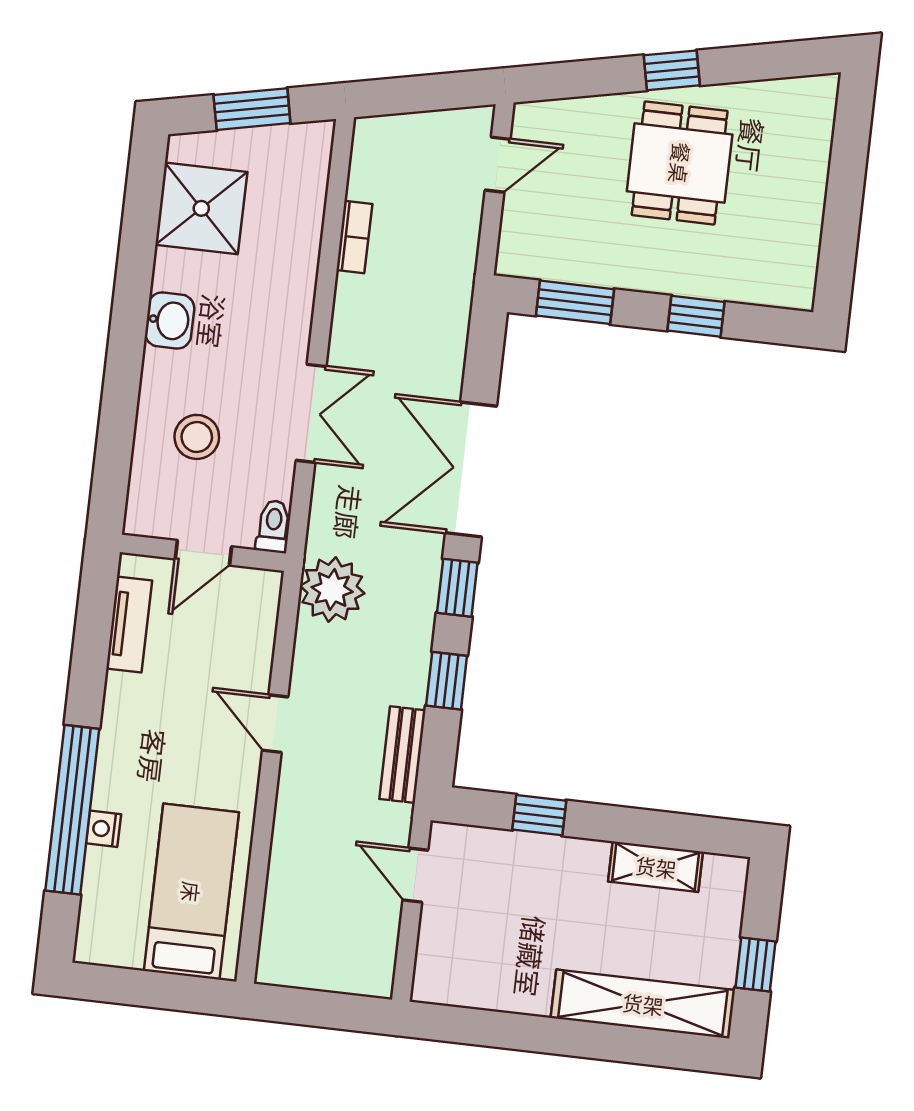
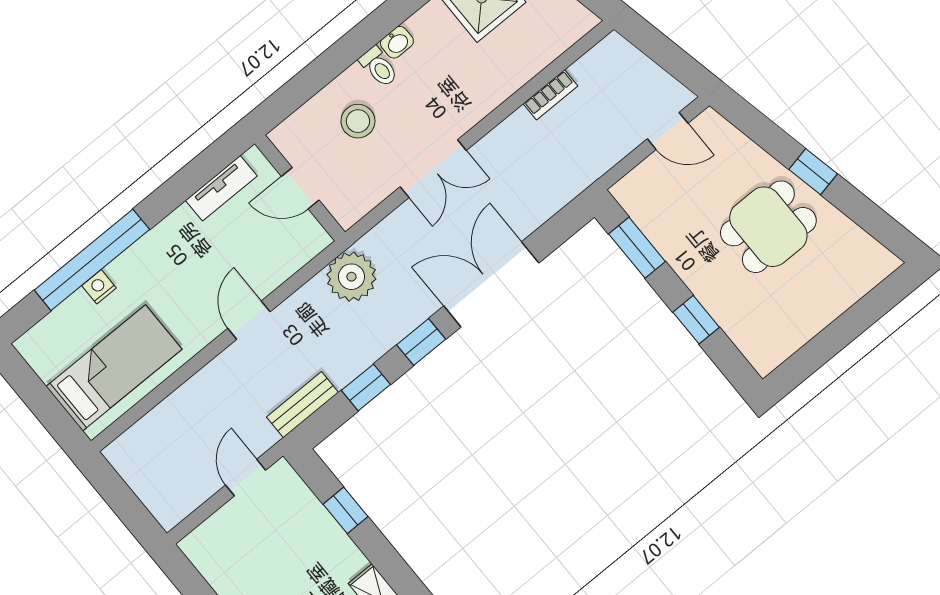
washbasin: (170, 320) -> (397, 42), width x0.72, depth x0.69
toilet: (273, 526) -> (379, 67), moved, turned 90

